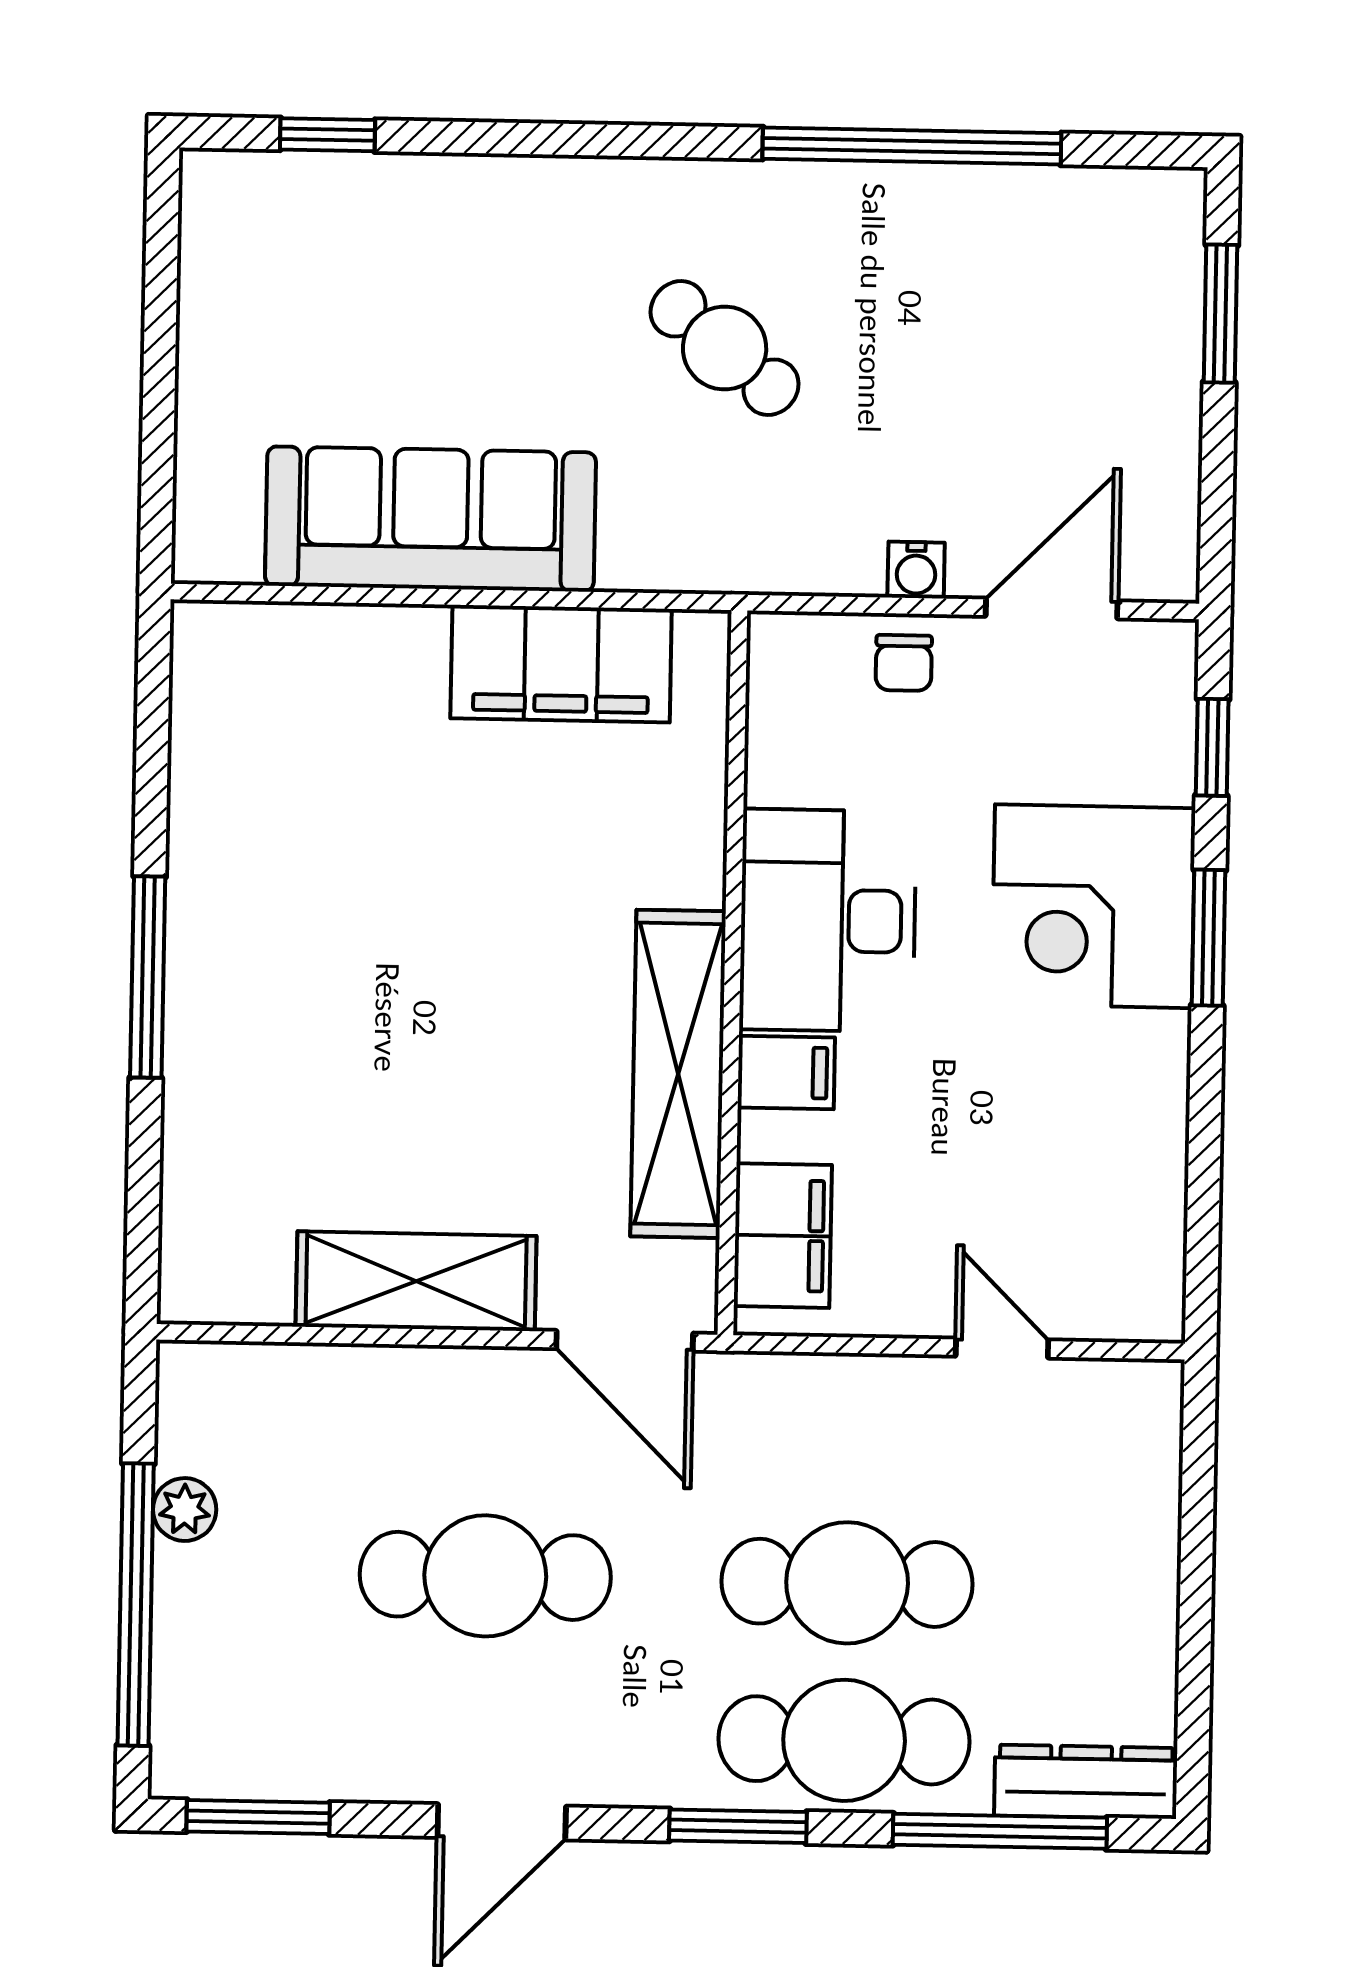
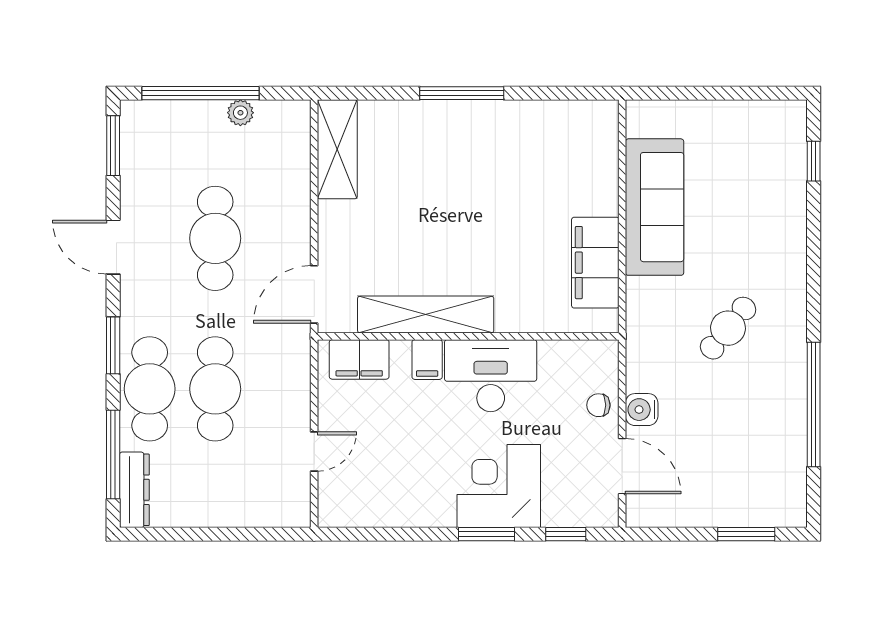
water cooler: (916, 570) -> (642, 410), width x1.38, depth x1.38
shelving: (416, 1281) -> (337, 149), moved

